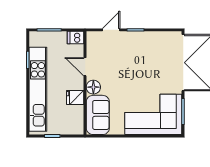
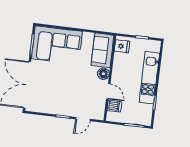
dishwasher: (76, 38) -> (114, 106), moved
kitchen unit: (38, 89) -> (149, 78), width x0.73
fridge: (75, 97) -> (122, 46), moved

